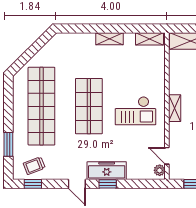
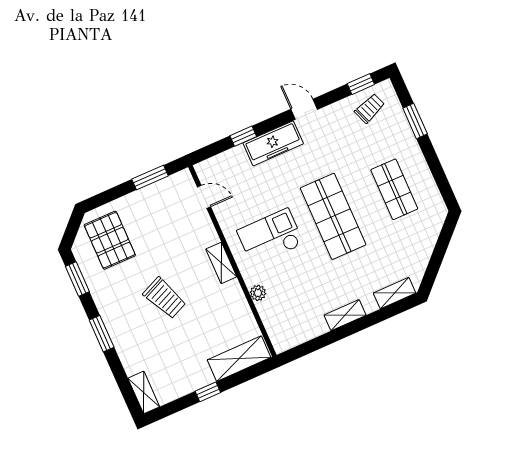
shelving: (149, 39) -> (395, 293), moved
shop shelf: (41, 106) -> (394, 189), width x0.50, depth x0.74
plant: (160, 170) -> (258, 293), moved
window: (108, 184) -> (243, 136), moved

